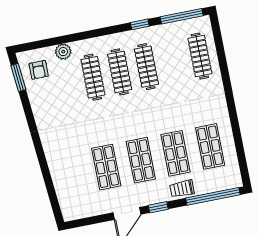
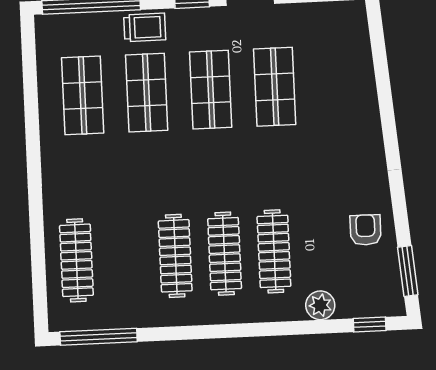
window: (140, 24) -> (370, 324), moved
armchair: (39, 70) -> (365, 230), moved

